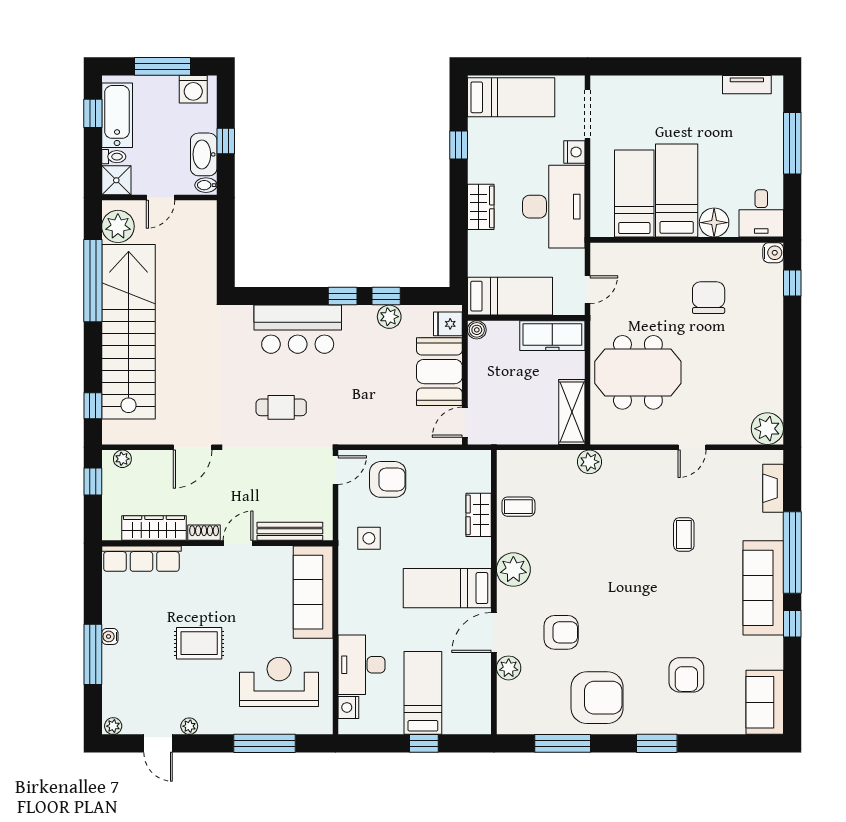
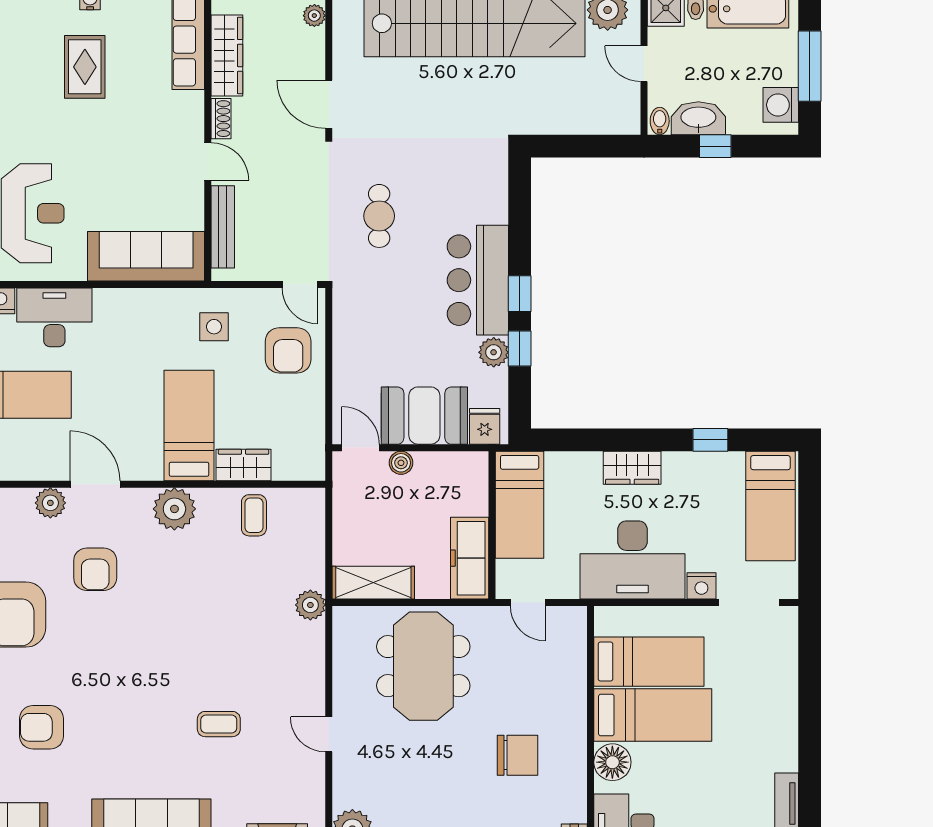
bar counter: (298, 329) -> (478, 280), moved
boiler: (477, 330) -> (401, 463), moved
bed: (447, 588) -> (189, 425), moved
rug: (199, 643) -> (85, 67), moved

